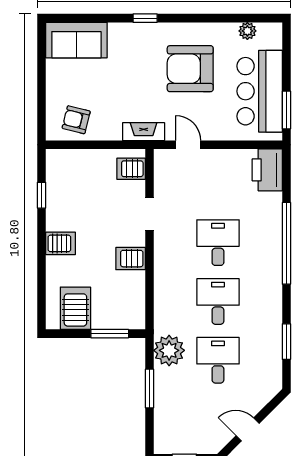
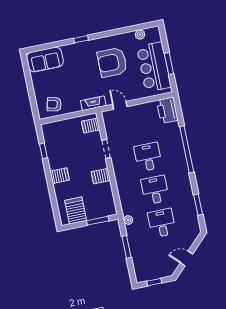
window: (286, 110) -> (169, 64), moved
plant: (169, 350) -> (128, 220), width x0.53, depth x0.53

